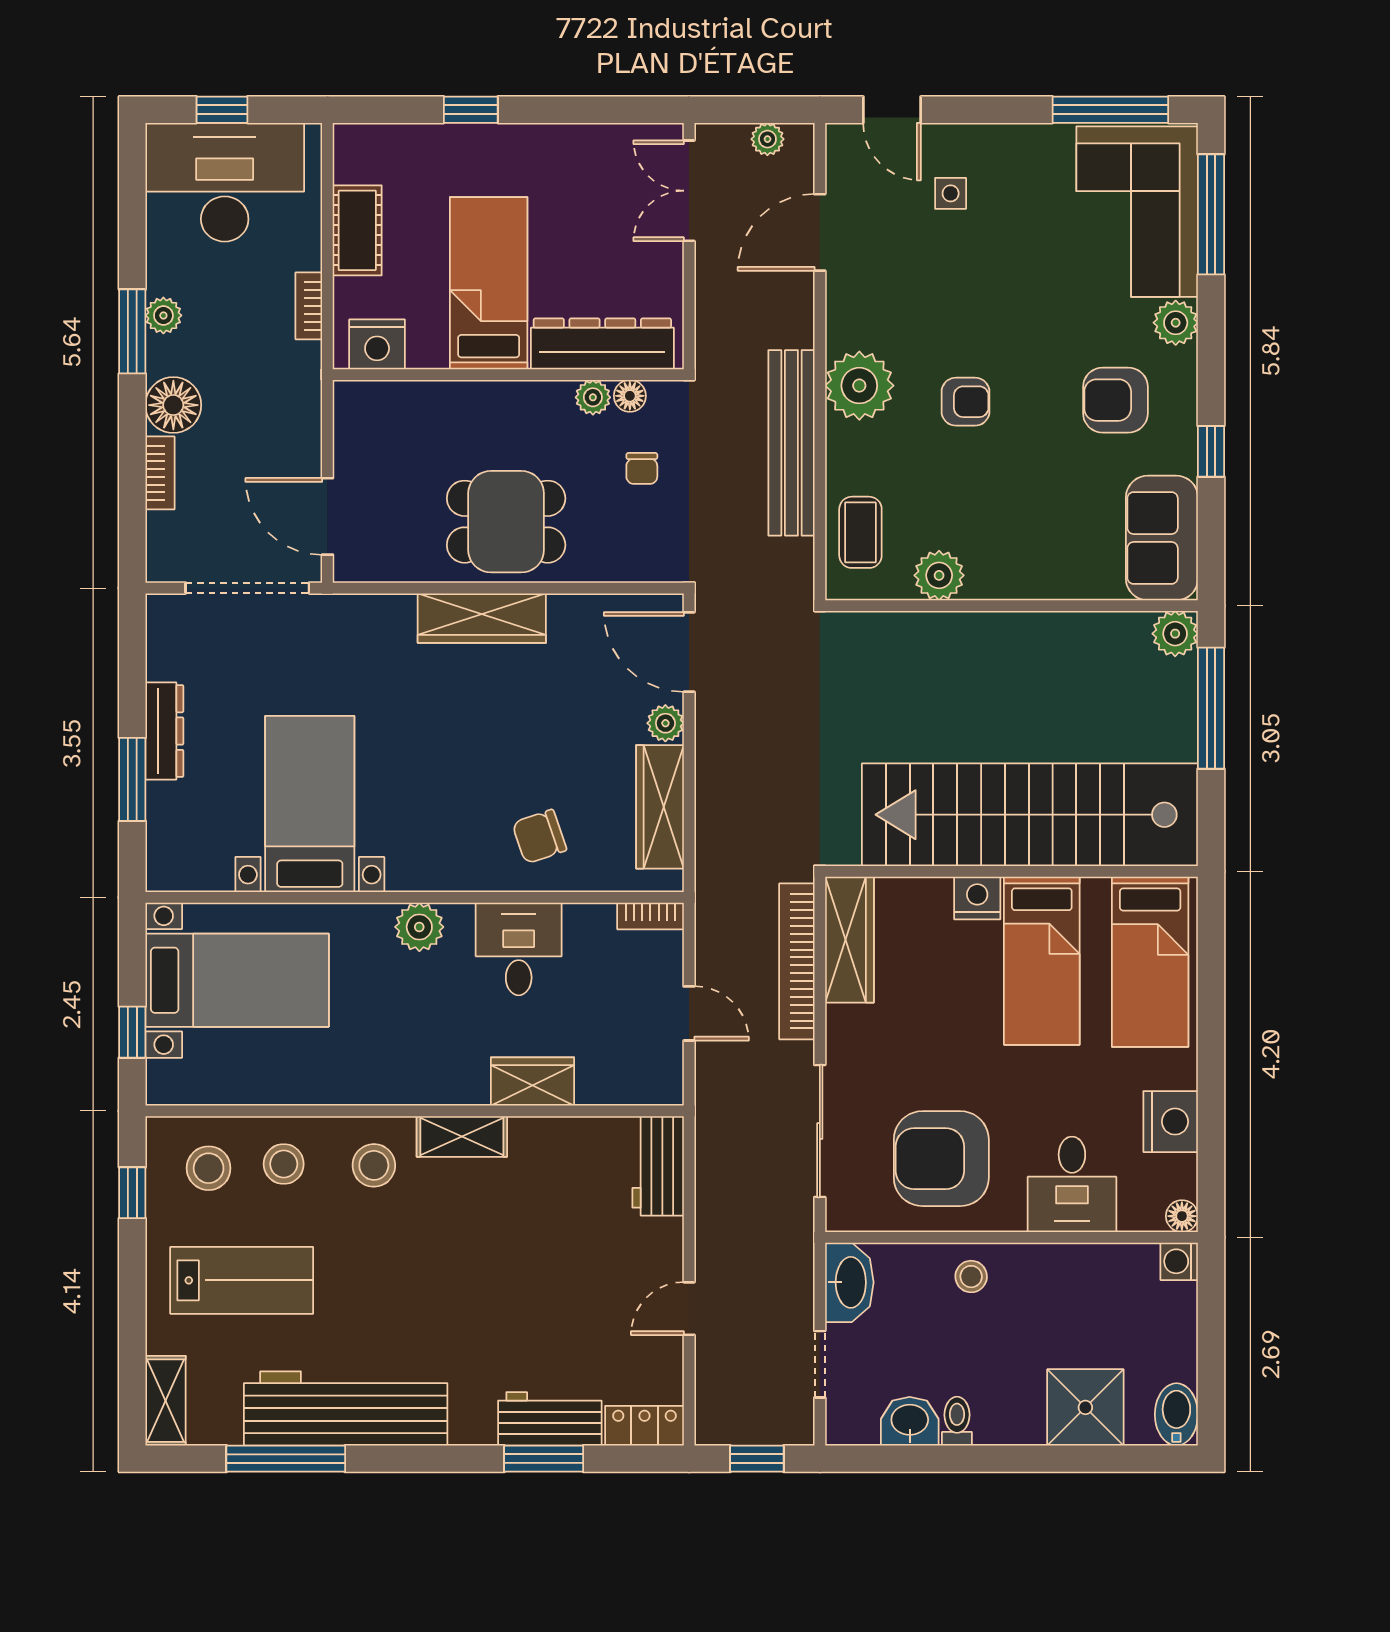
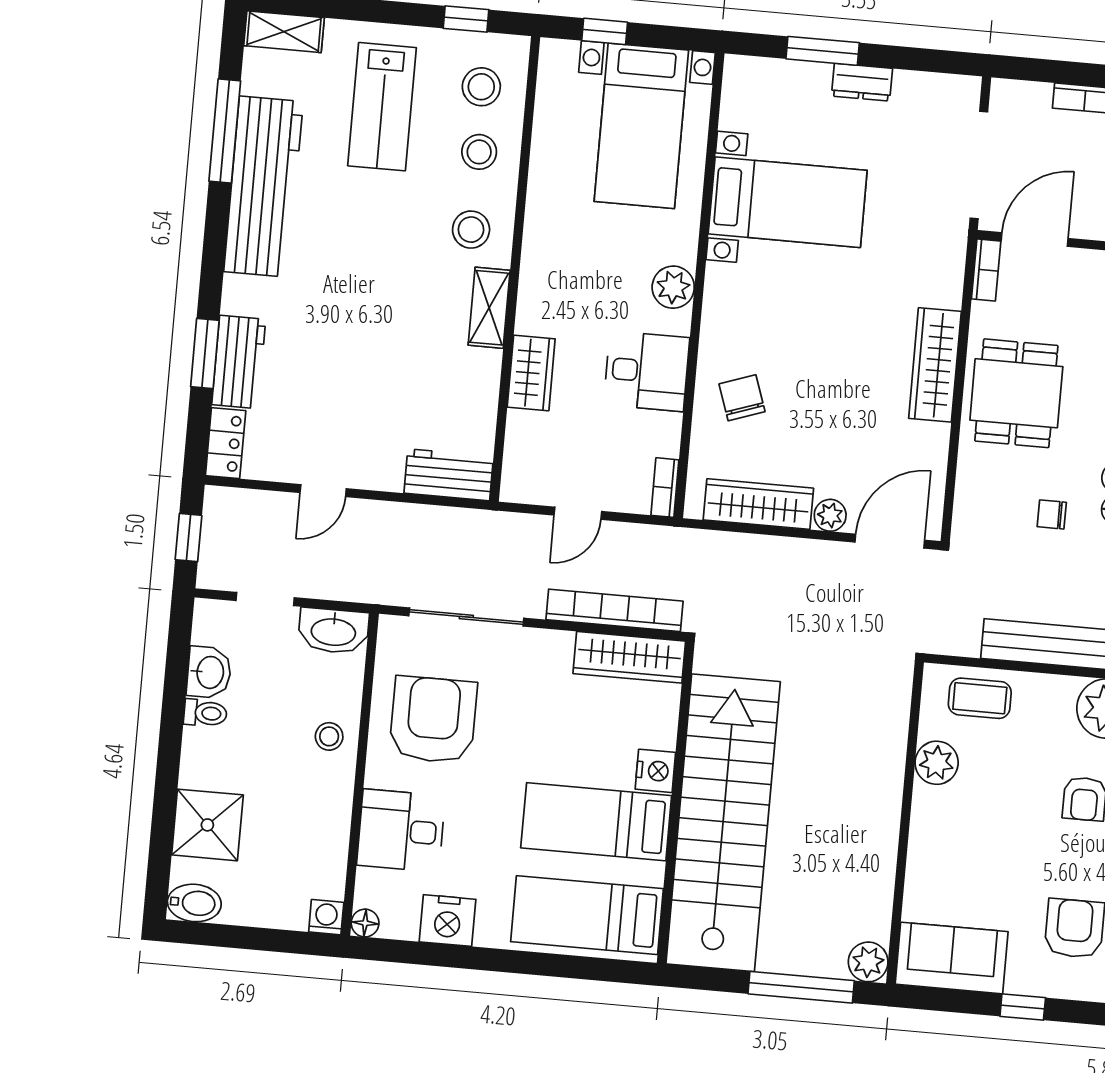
bookcase: (367, 569) -> (986, 270), added
dresser: (164, 731) -> (862, 82), width x0.70
door: (689, 1309) -> (323, 491), swing flipped

